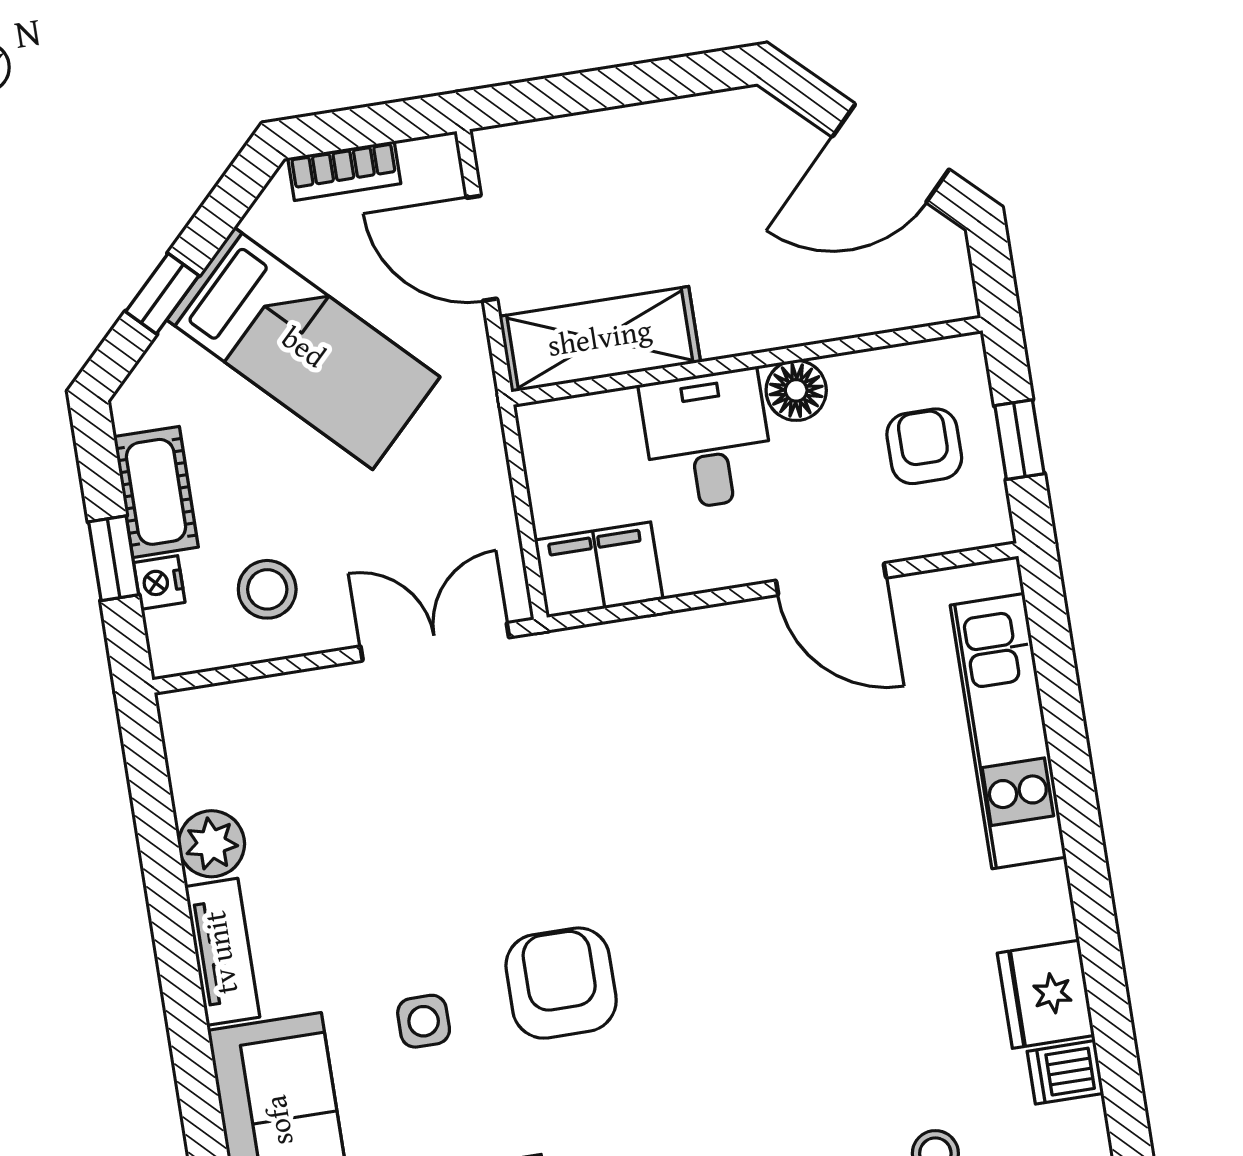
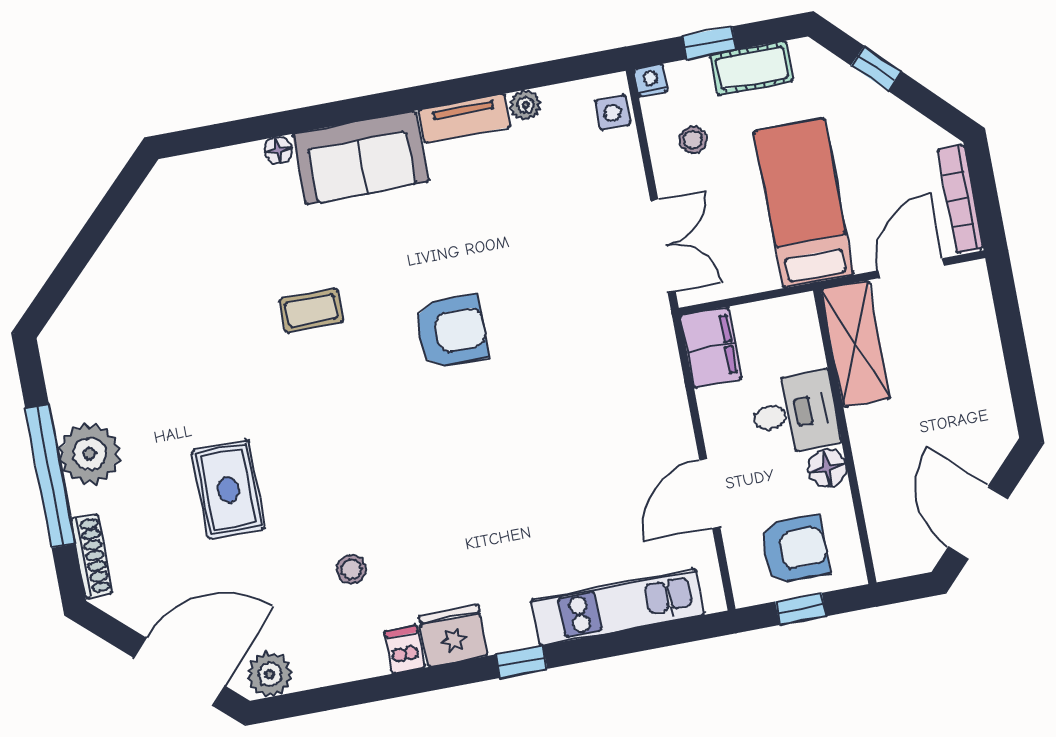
bookcase: (344, 171) -> (960, 199), width x1.56
bed: (303, 348) -> (804, 203), moved, turned 135
armchair: (924, 446) -> (795, 549), width x1.38, depth x1.38
nightstand: (159, 582) -> (651, 80), moved
stool: (267, 589) -> (693, 140), width x0.73, depth x0.73
plant: (211, 844) -> (526, 105), width x0.73, depth x0.73
window: (1090, 887) -> (521, 662), added
side table: (424, 1021) -> (612, 113), moved

